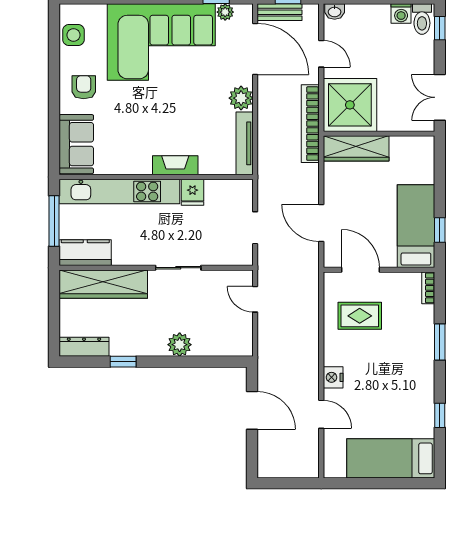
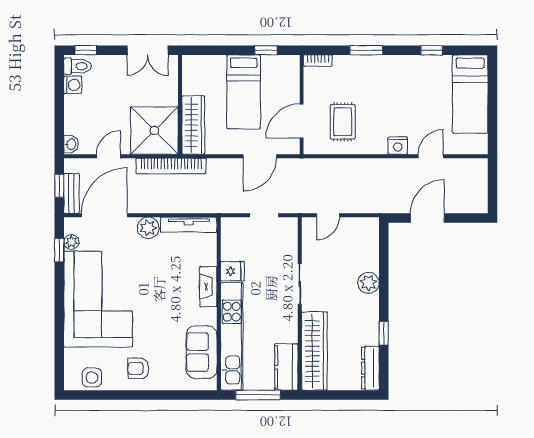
sofa: (76, 144) -> (202, 352), moved, turned -90
bed: (416, 226) -> (244, 92), moved, turned -90

